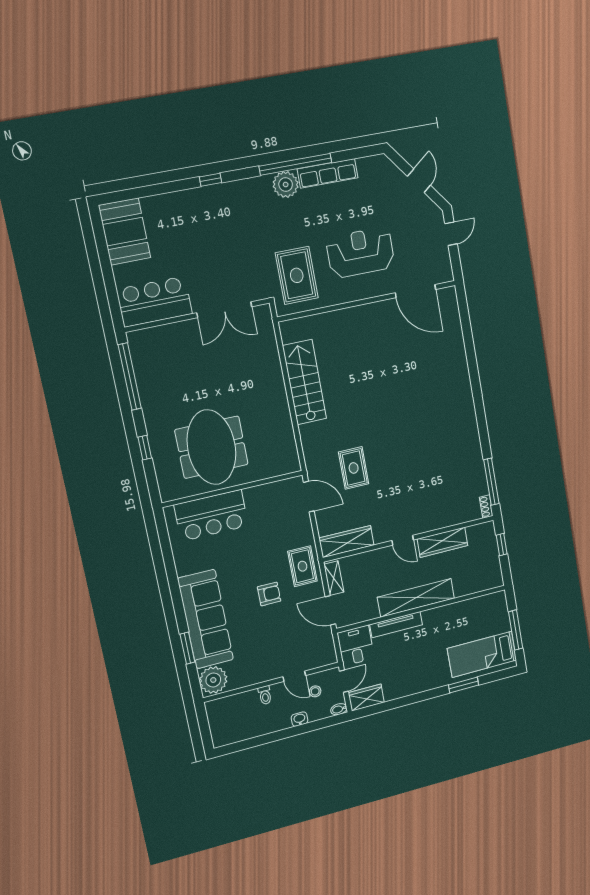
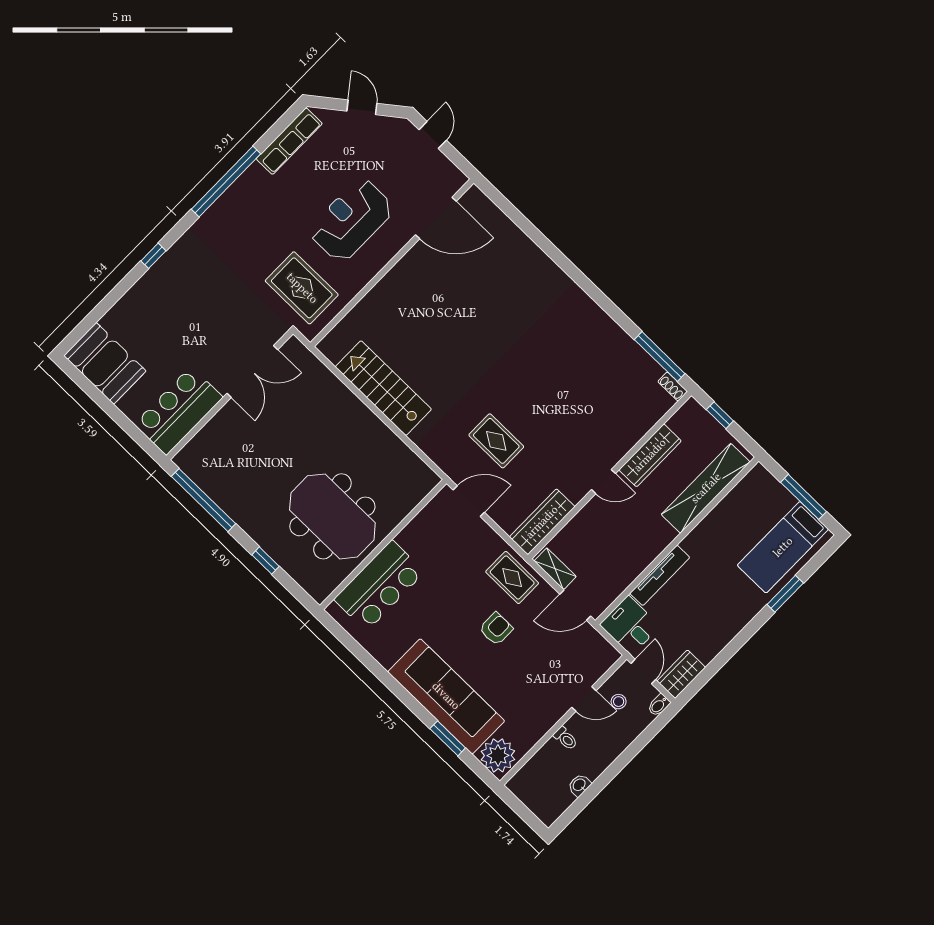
row of seats: (328, 173) -> (289, 141), moved
plant: (286, 184) -> (230, 208), removed
shelving: (416, 598) -> (706, 488), moved
washbasin: (300, 719) -> (579, 785), moved

